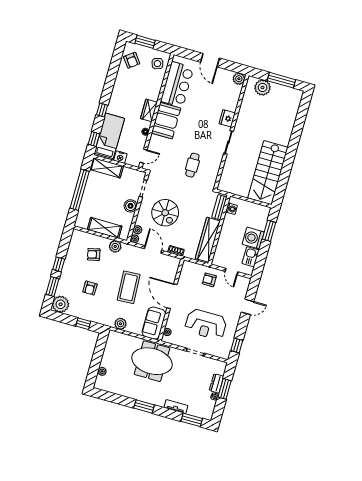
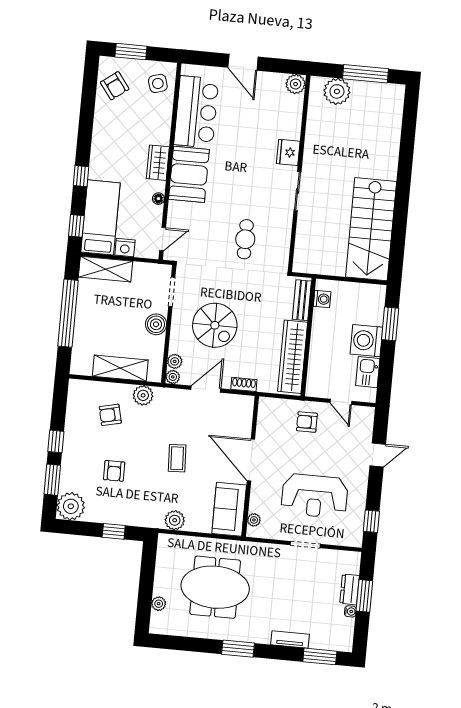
door: (153, 250) -> (206, 389), hinge flipped
coffee table: (129, 287) -> (177, 458), width x0.54, depth x0.58
meeting table: (152, 361) -> (215, 587), moved

